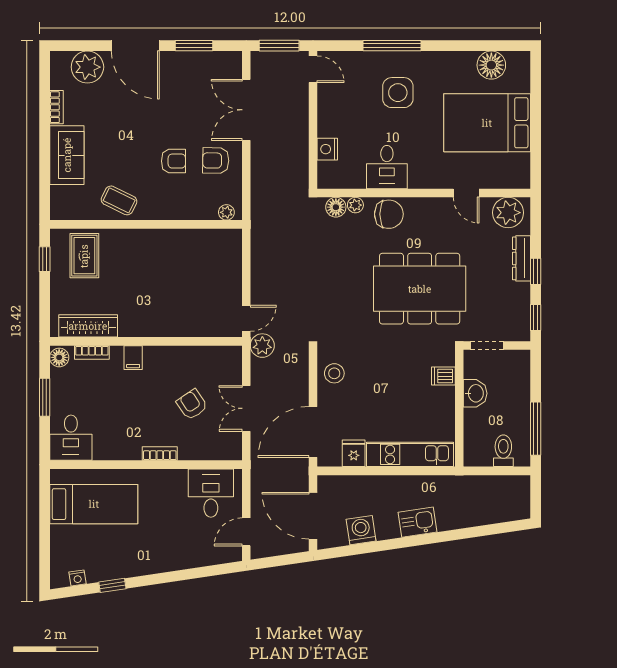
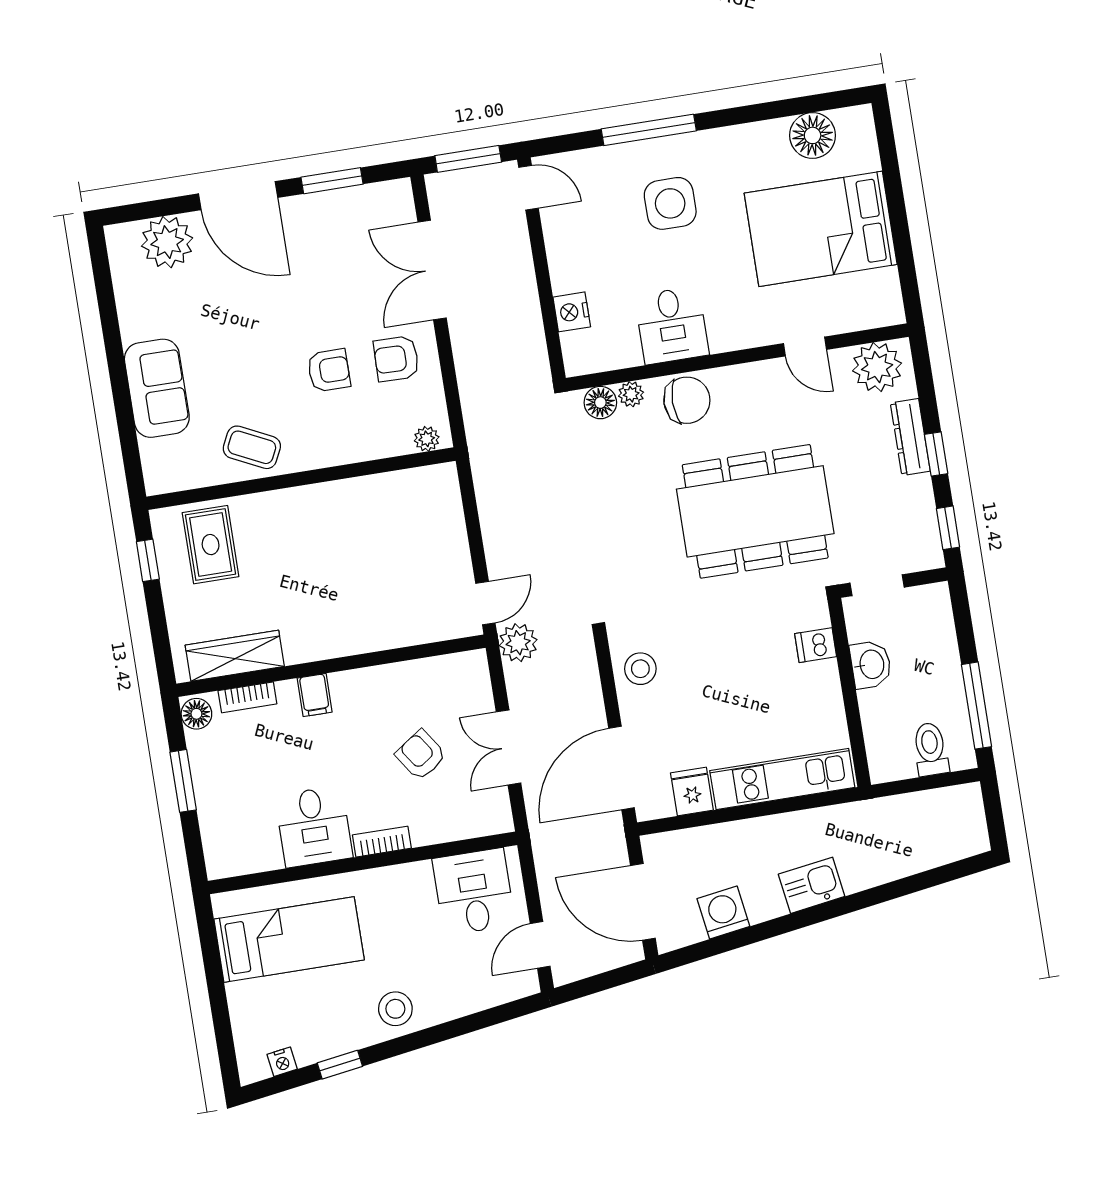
bookcase: (56, 107) -> (128, 314), removed
desk: (71, 438) -> (314, 827), moved
stool: (152, 557) -> (395, 1009), added

